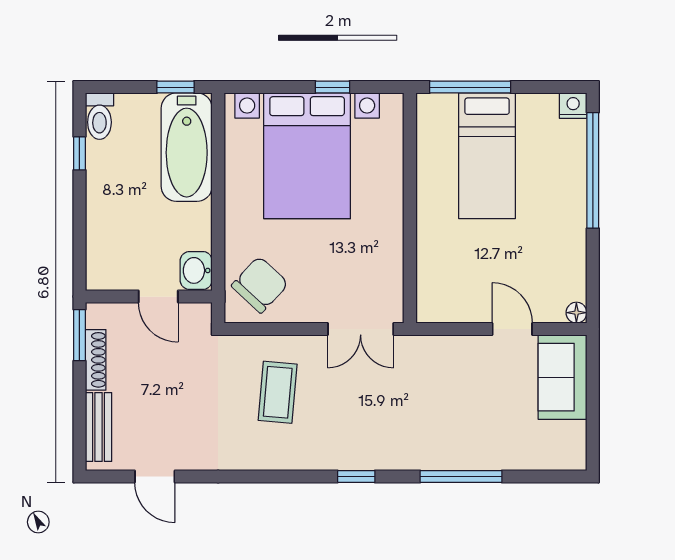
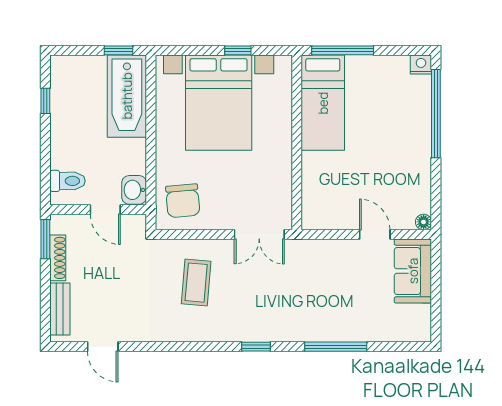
toilet: (99, 116) -> (67, 181), moved, turned -90
bed: (487, 156) -> (323, 103), moved
chair: (260, 285) -> (183, 201), turned 132

